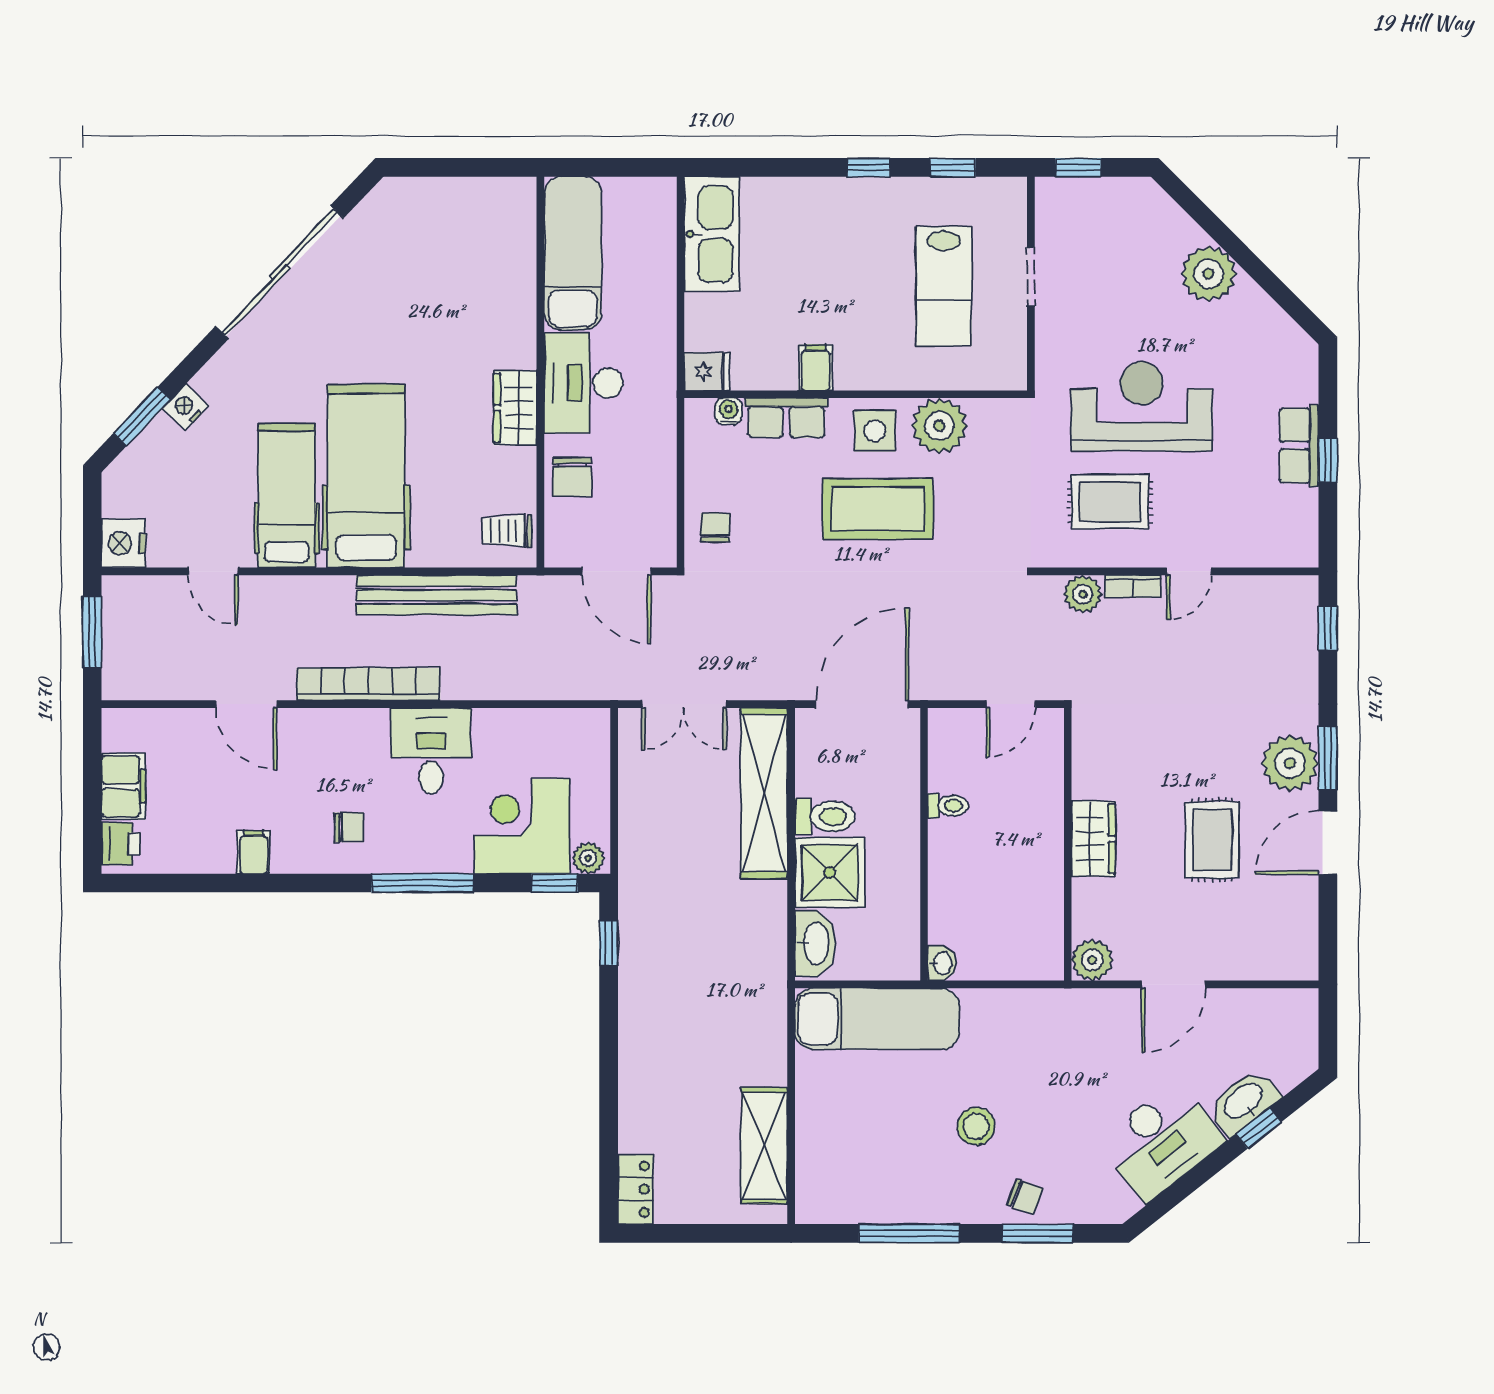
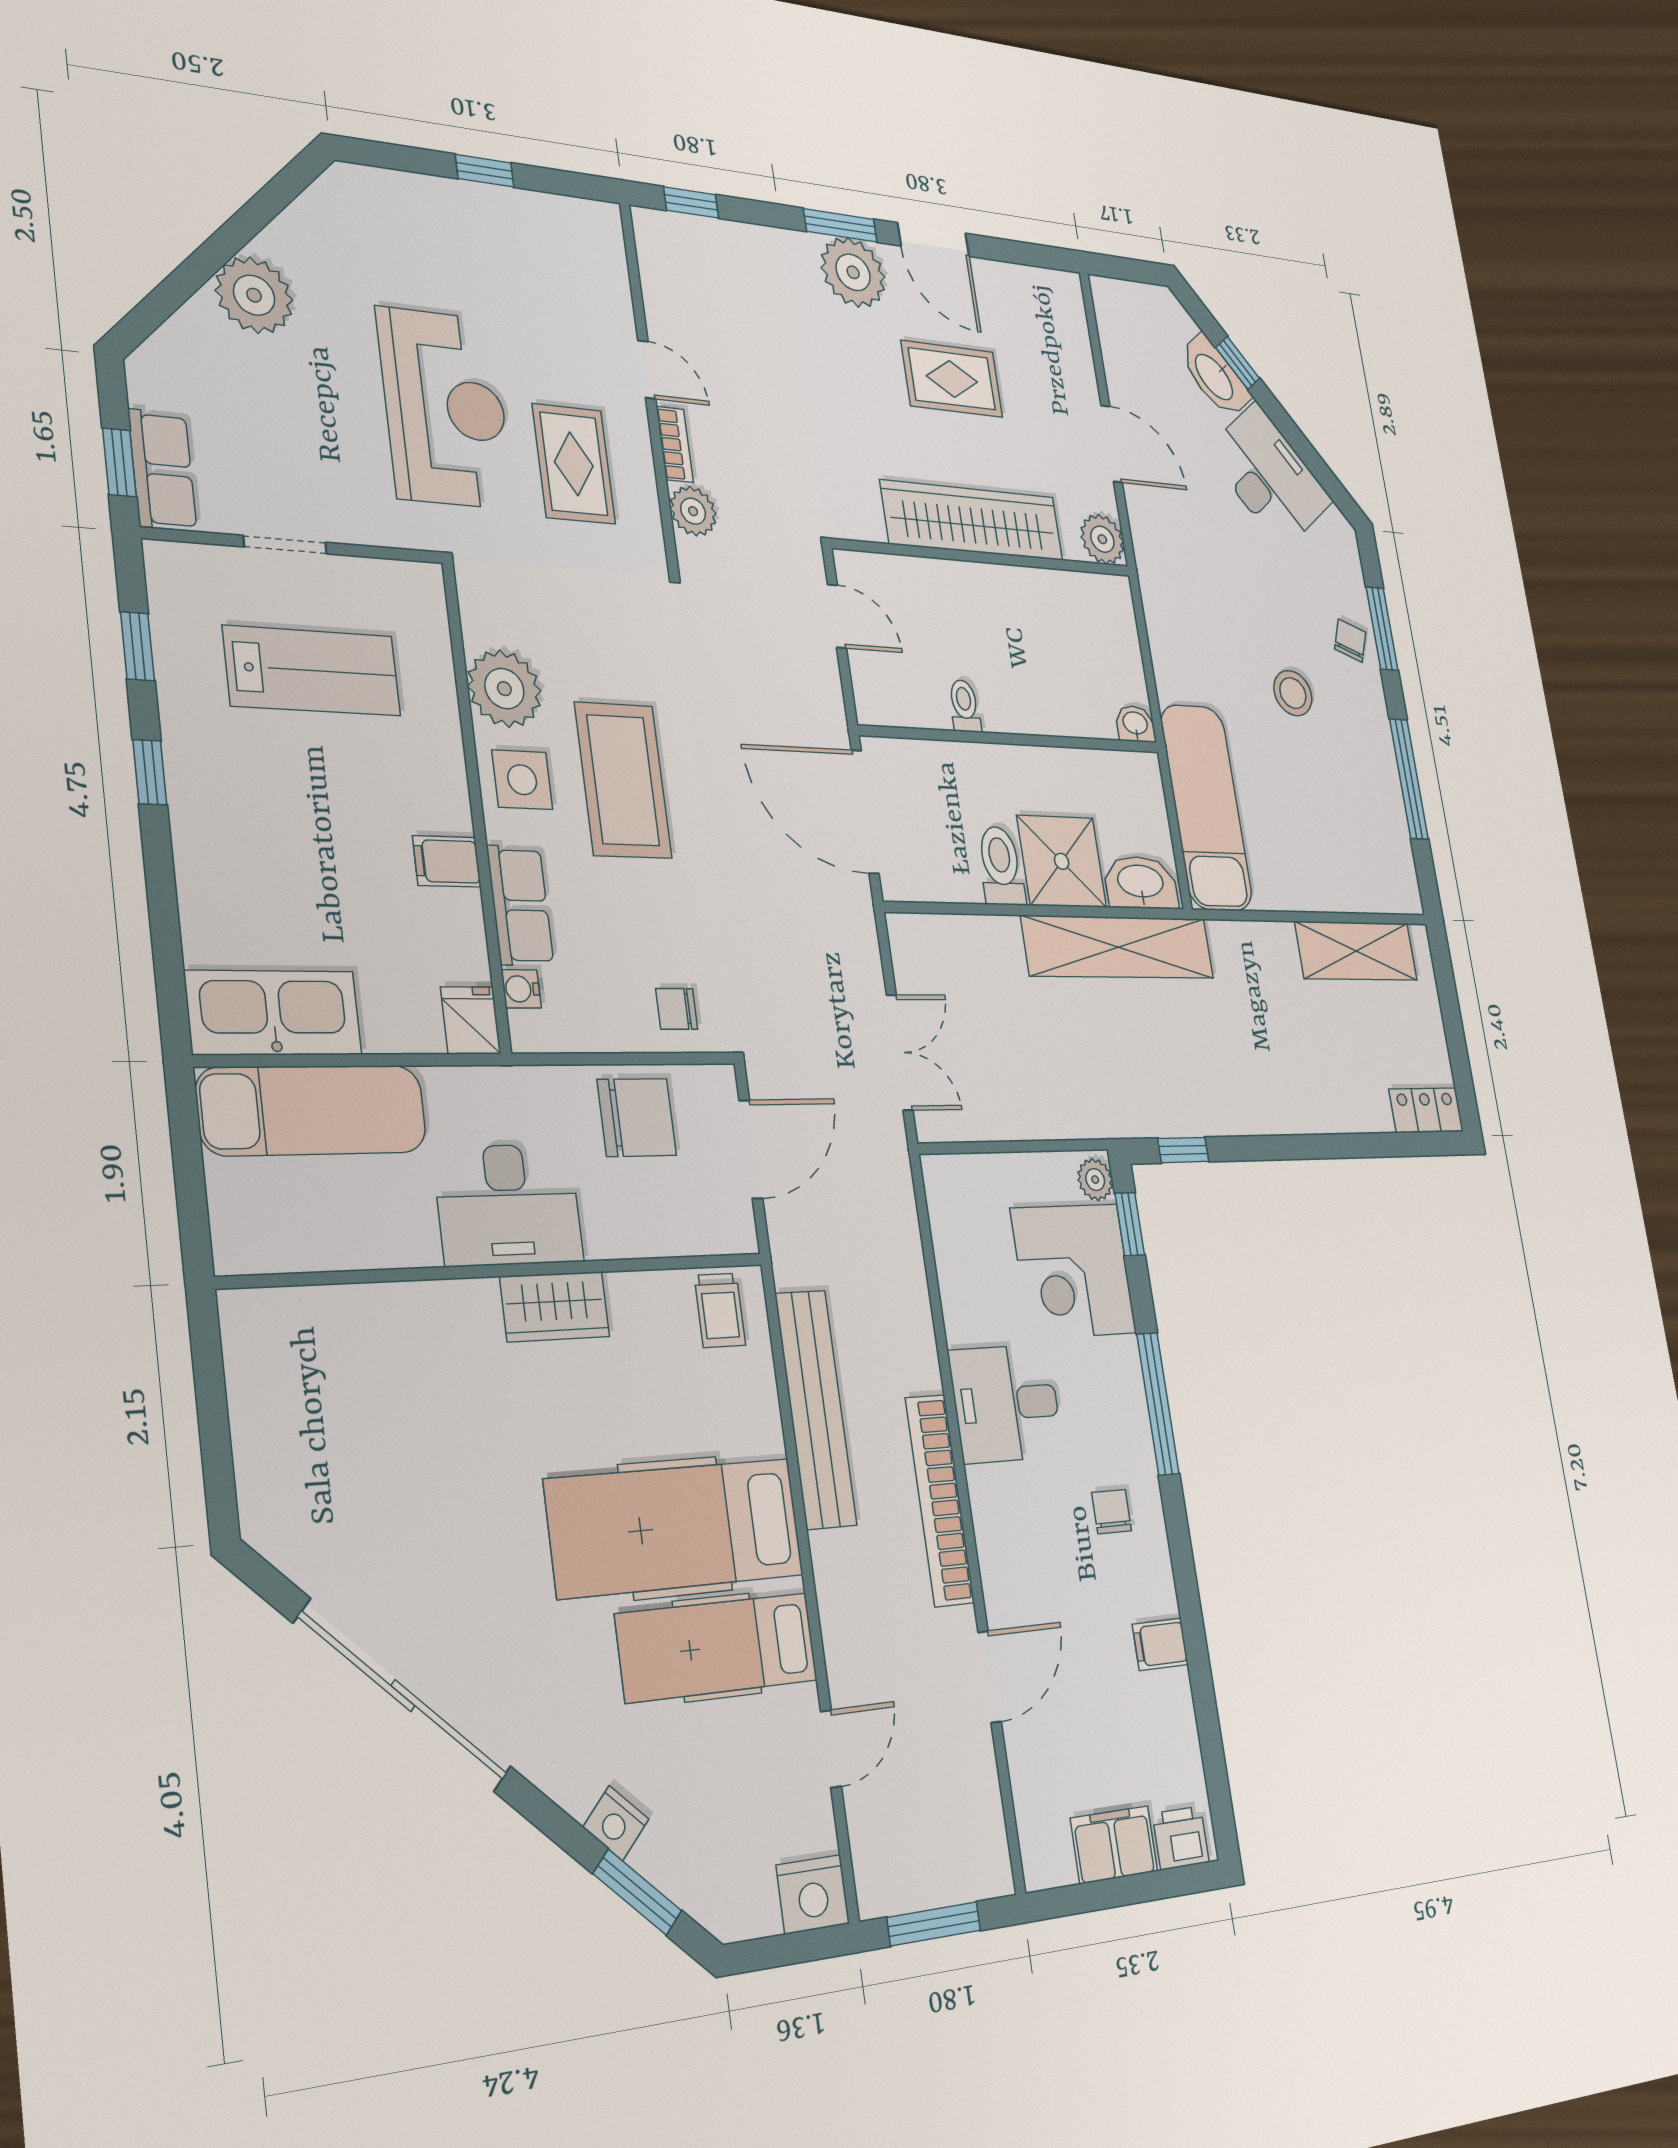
exam couch: (573, 253) -> (312, 1110), moved, turned 180
reception desk: (1142, 407) -> (445, 408), turned 180
row of seats: (1299, 445) -> (162, 470), moved, turned -90
chair: (572, 477) -> (637, 1117), moved, width x1.37, depth x1.37
shelving: (764, 793) -> (1118, 947), moved
wardrobe: (1093, 839) -> (972, 520), width x2.10, depth x1.17

